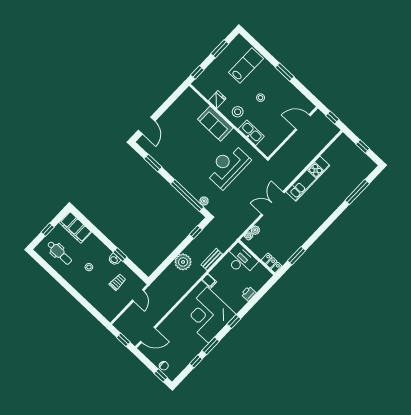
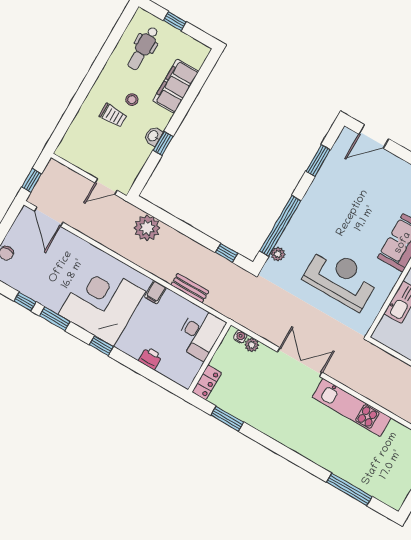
filing cabinet: (75, 227) -> (176, 86), moved
plant: (183, 262) -> (147, 228), moved
trolley: (117, 282) -> (113, 116), moved

